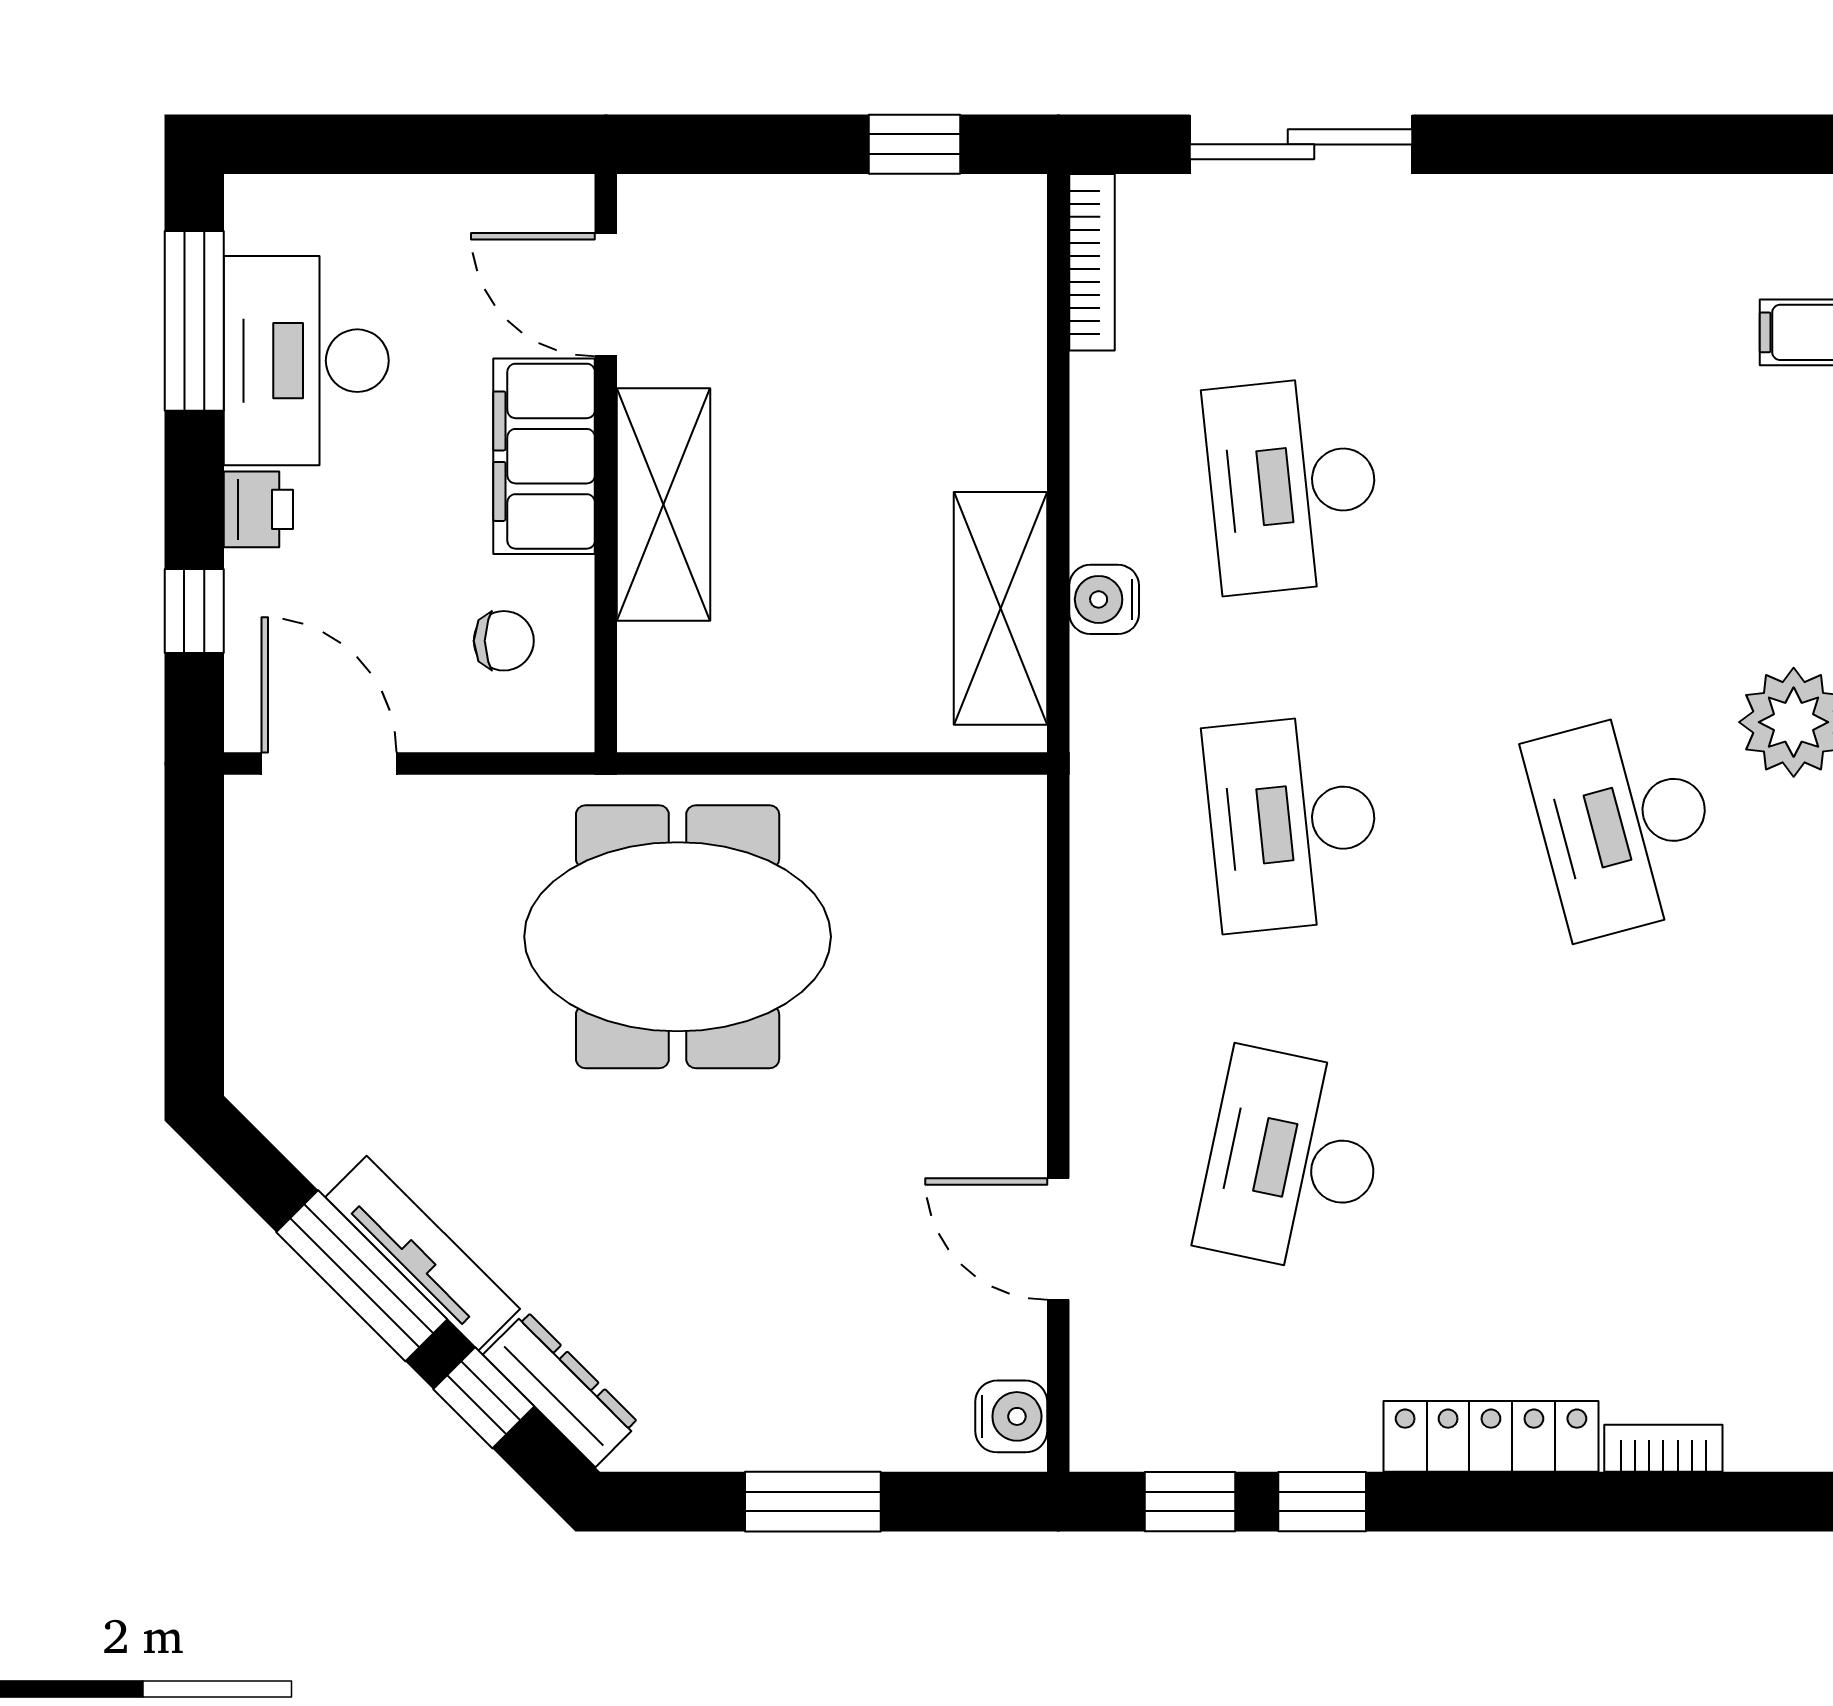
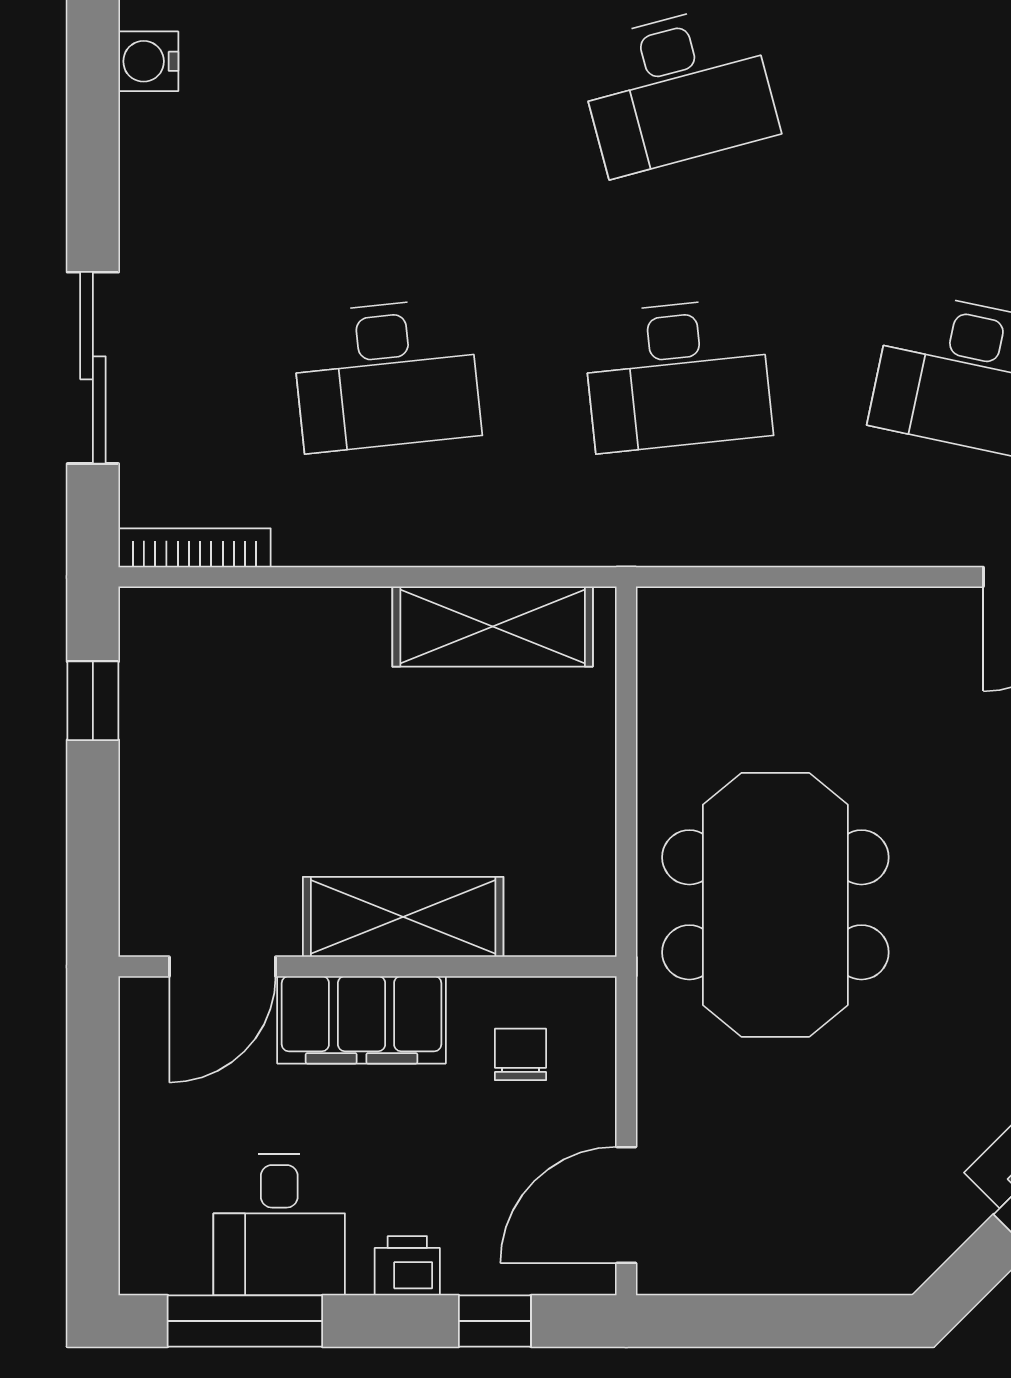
desk: (306, 361) -> (279, 1225), width x0.73
water cooler: (1104, 599) -> (148, 61), moved, turned 90

